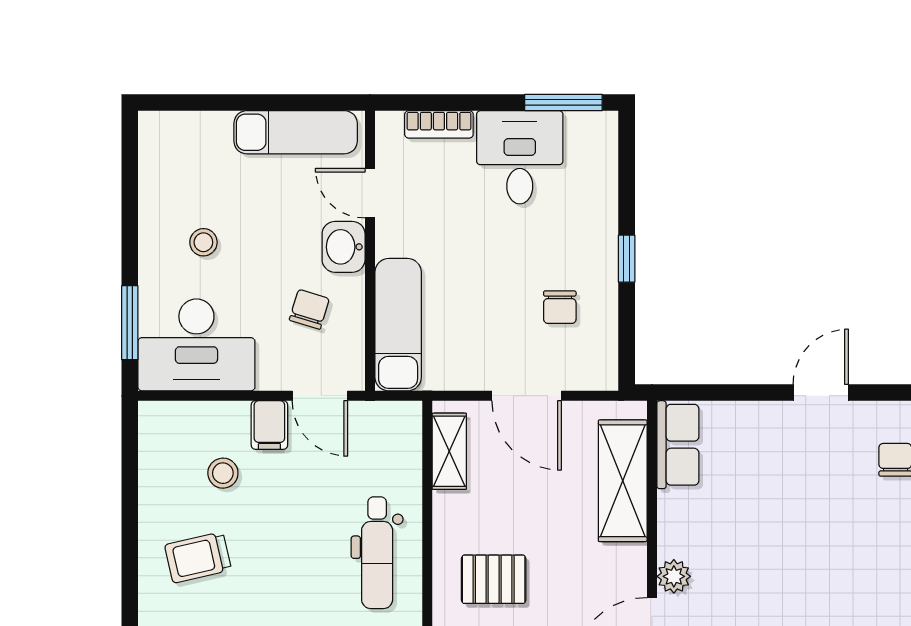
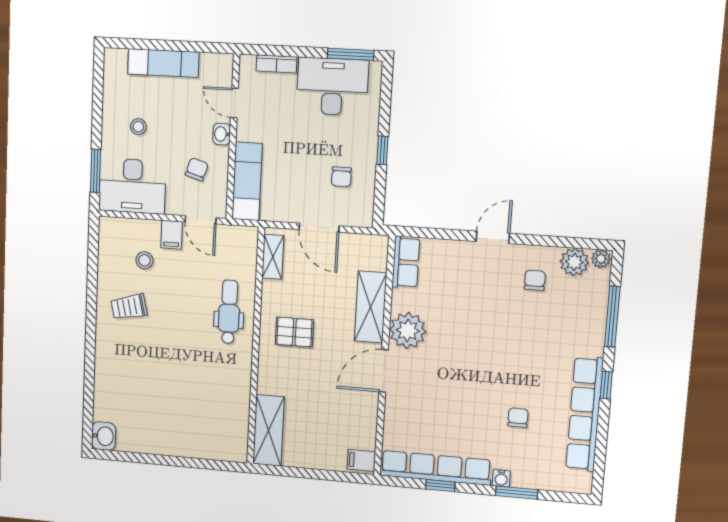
exam couch: (296, 132) -> (163, 63), moved
desk: (520, 157) -> (332, 87), width x1.37
washbasin: (344, 247) -> (222, 134), width x0.72, depth x0.69
shelving: (623, 481) -> (371, 307), moved
dental chair: (377, 553) -> (229, 312), turned 180
plant: (674, 576) -> (408, 331), width x1.88, depth x1.88

